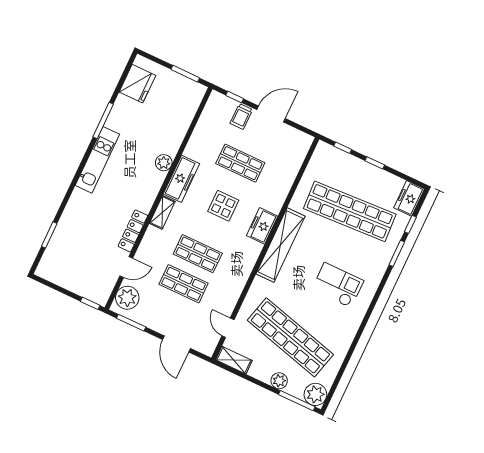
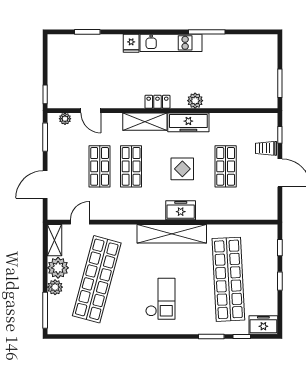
fridge: (137, 84) -> (131, 43), moved, width x0.53, depth x0.75
shelving: (162, 212) -> (145, 122), width x1.50, depth x1.33
locker: (133, 231) -> (157, 102), moved, width x0.66
plant: (127, 298) -> (65, 119), width x0.53, depth x0.53
plant: (315, 394) -> (58, 268), moved

